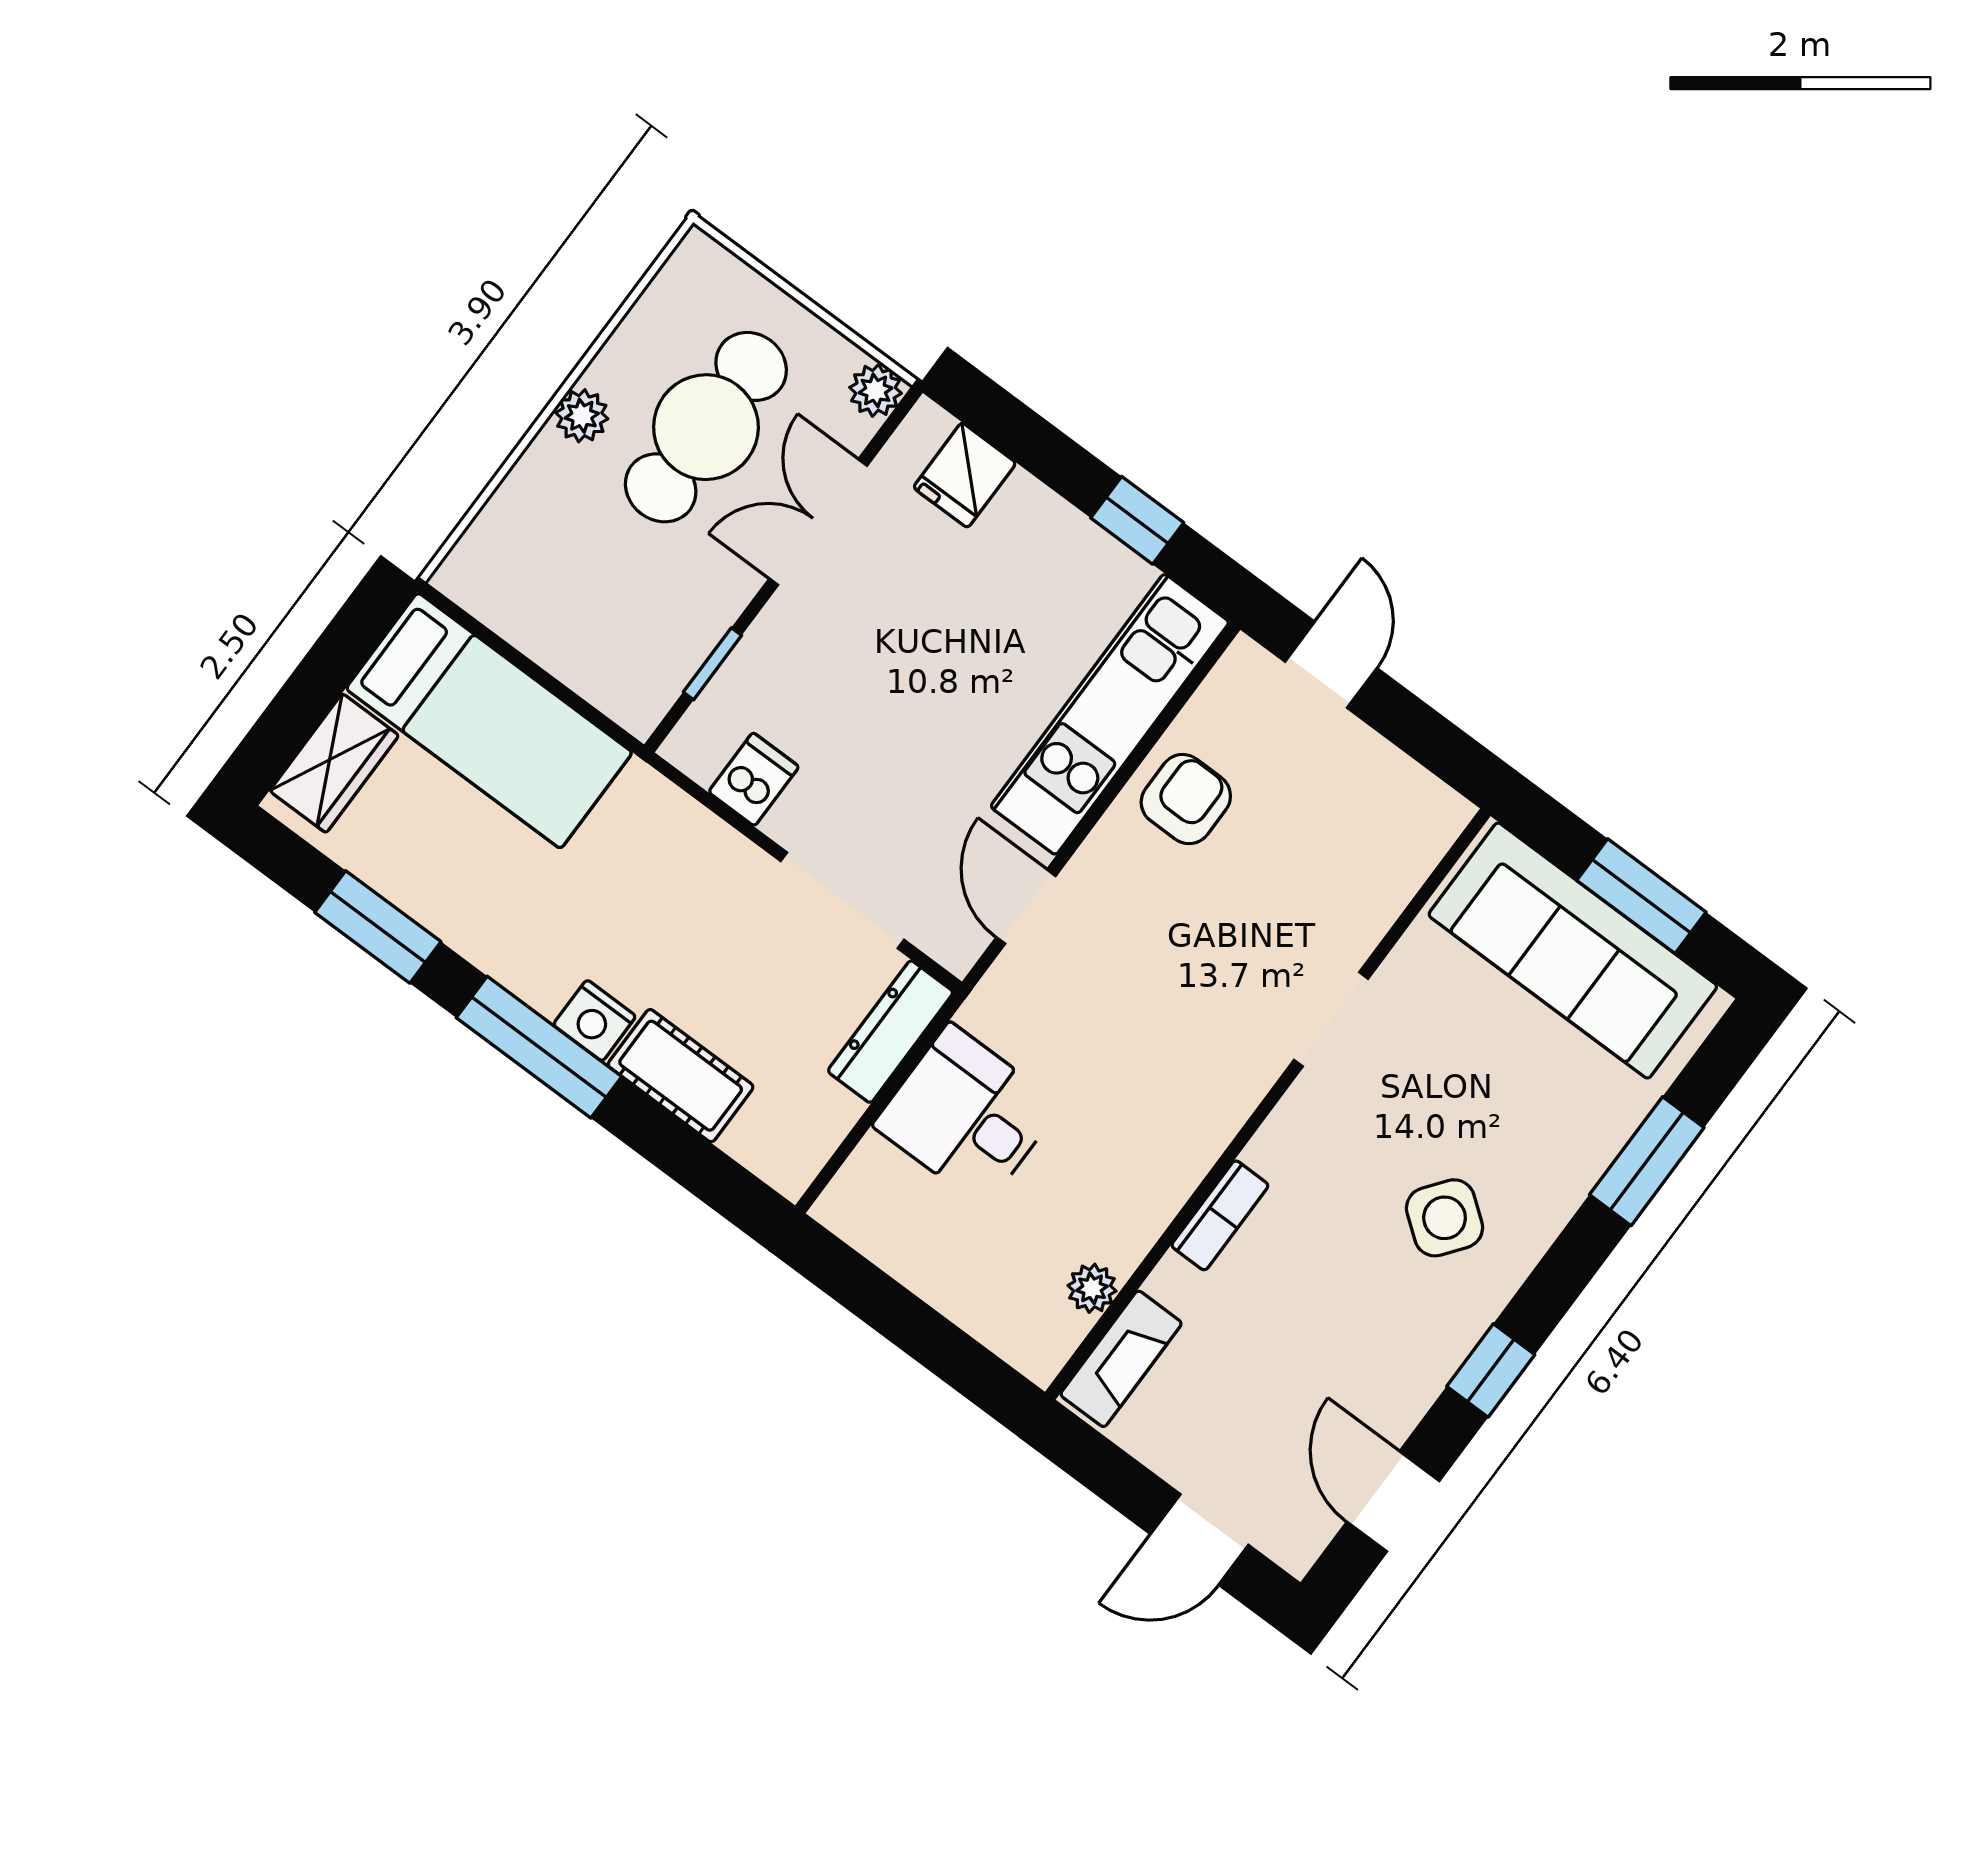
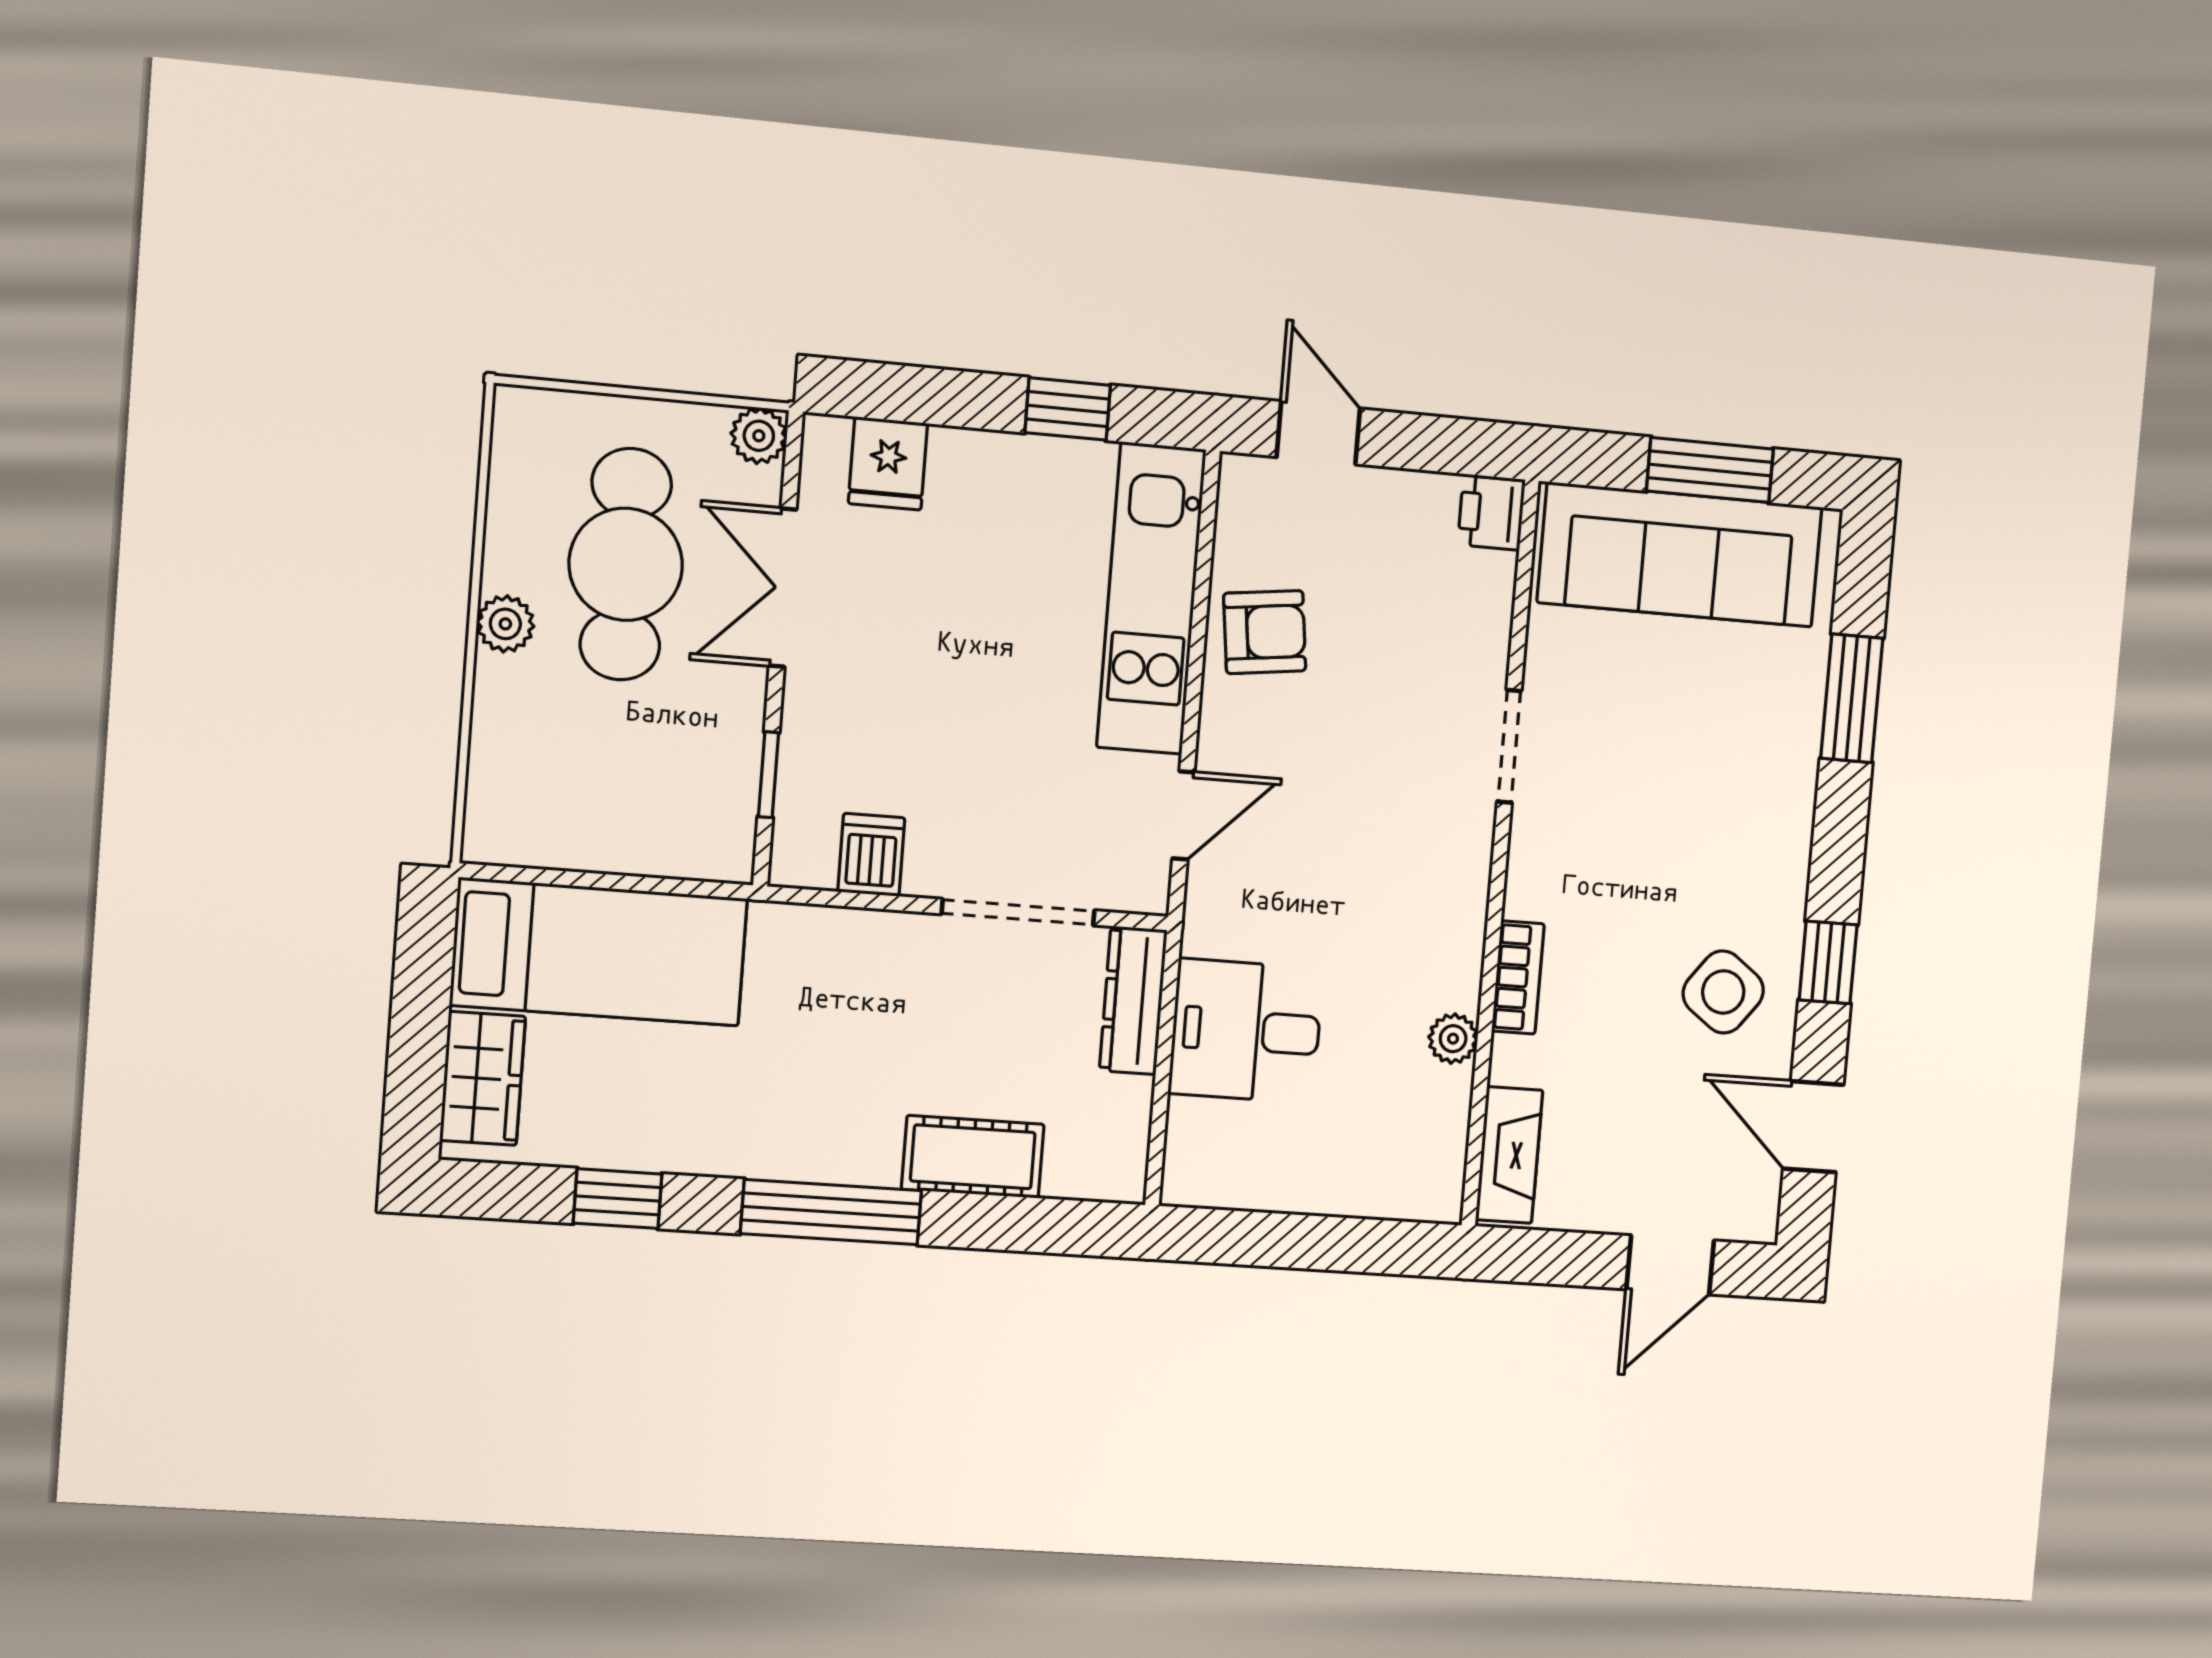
armchair: (1186, 799) -> (1265, 632), turned 83
printer: (1435, 818) -> (1491, 513), added
door: (1026, 907) -> (1183, 815), swing flipped
window: (378, 927) -> (618, 1199), width x0.67
nightstand: (595, 1020) -> (865, 1157), removed
side table: (1445, 1218) -> (1723, 992), moved
plant: (1092, 1288) -> (1453, 1039), moved

